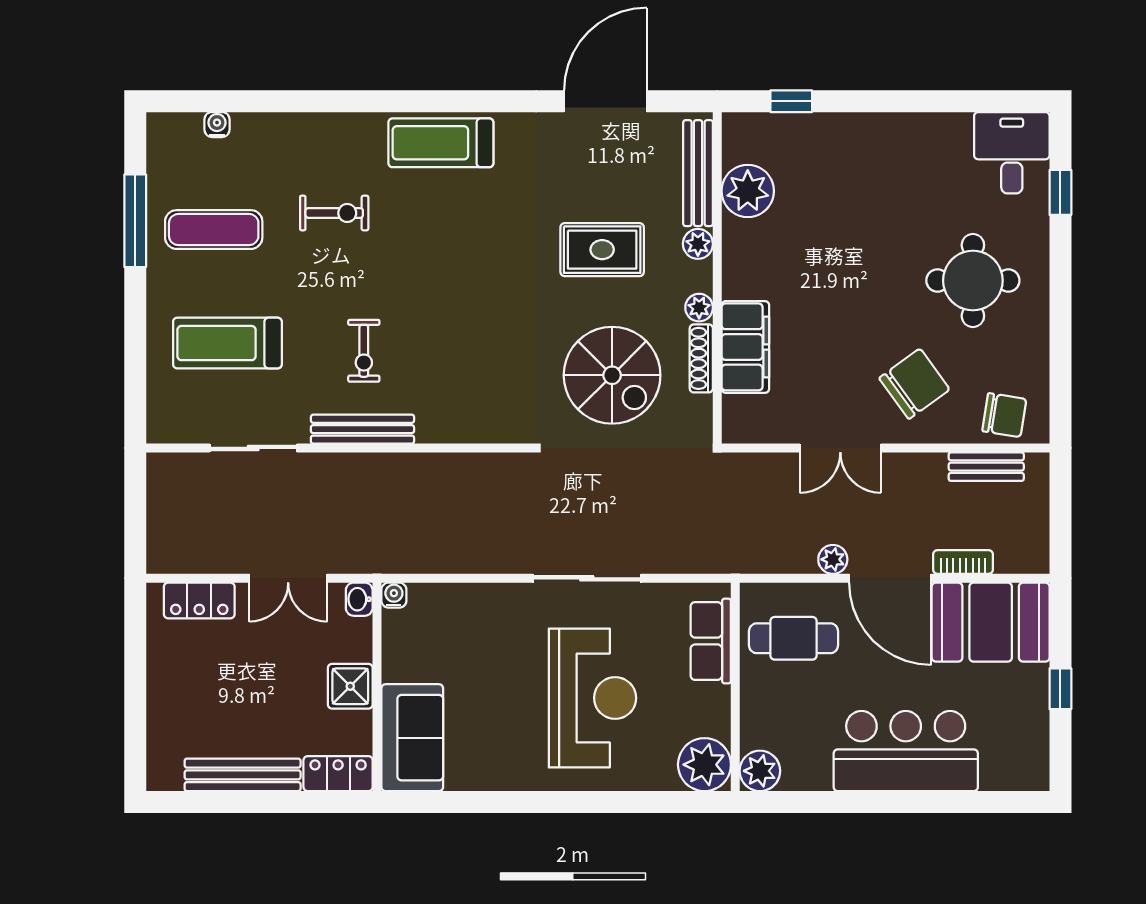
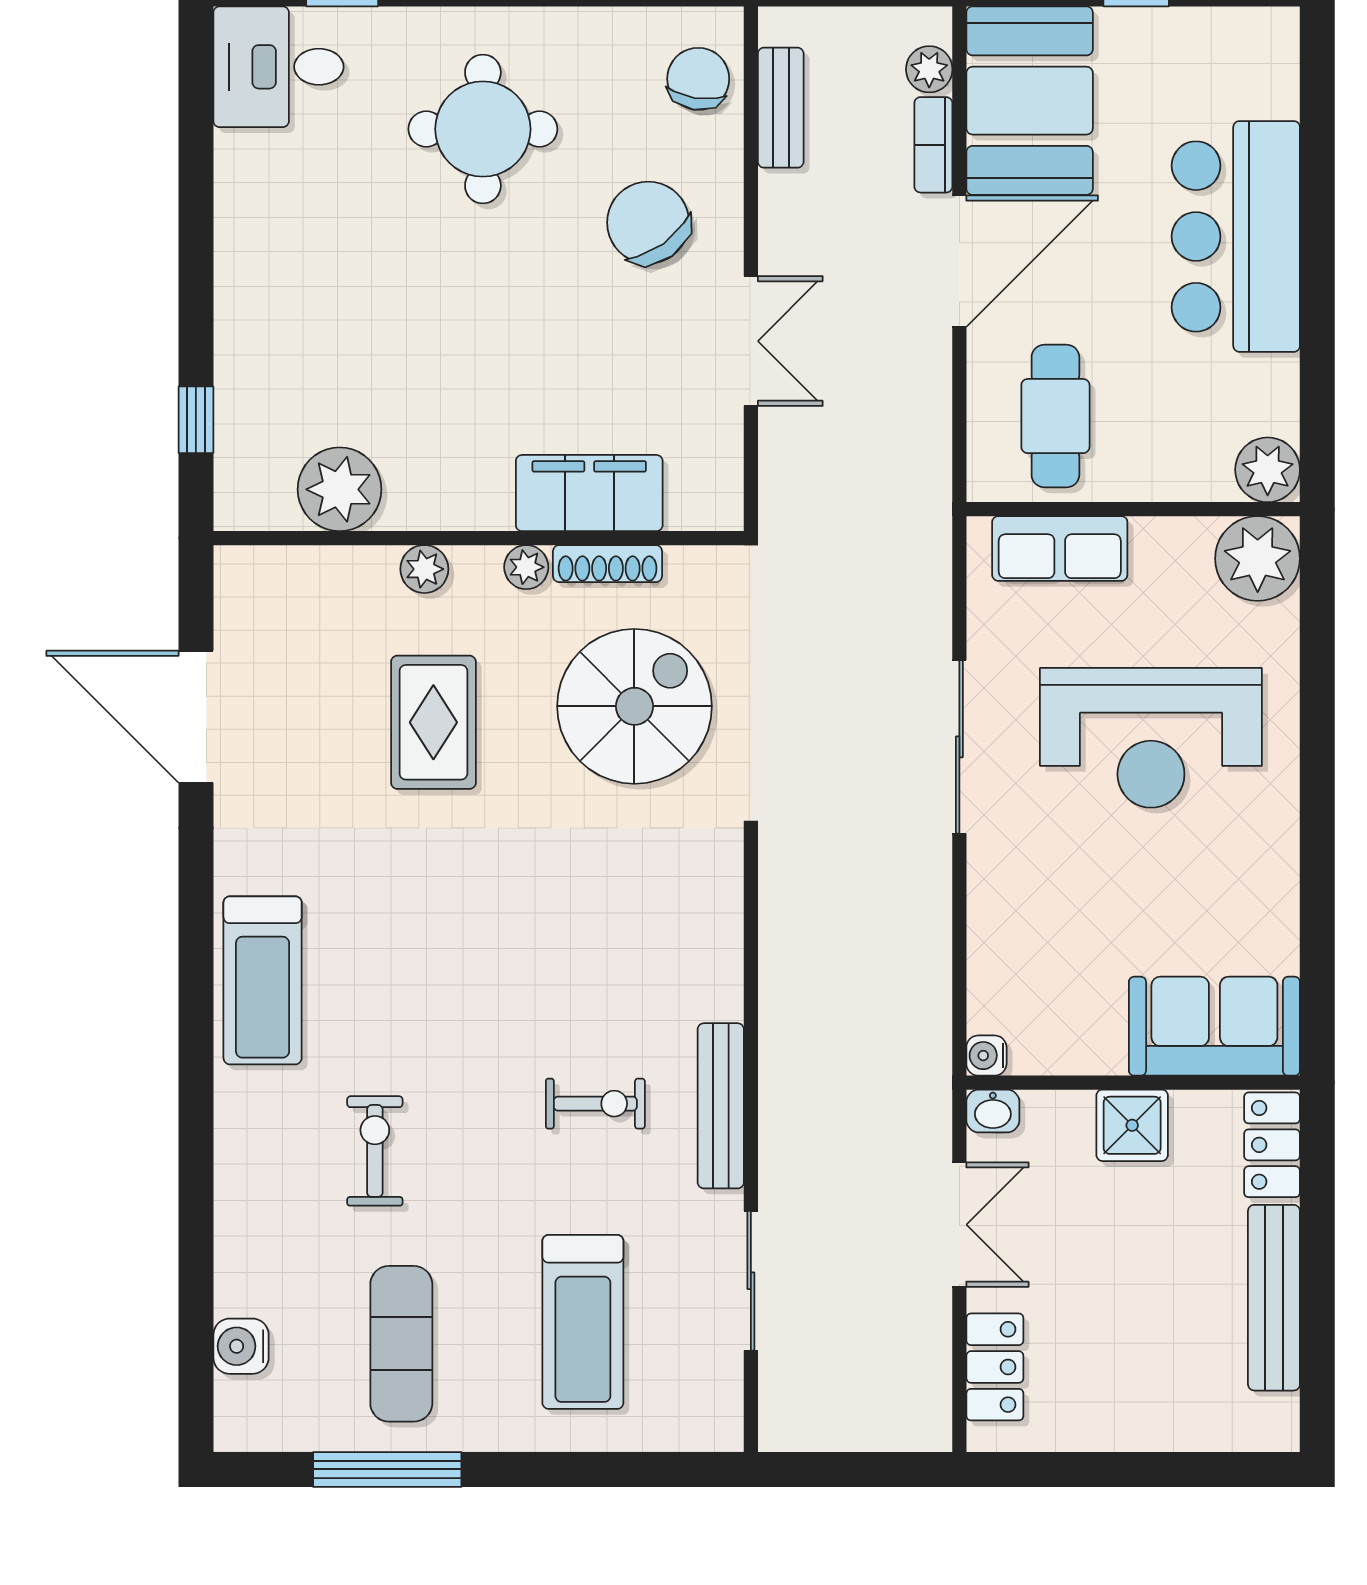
water cooler: (217, 125) -> (241, 1346), width x1.38, depth x1.38
bench: (698, 173) -> (311, 569), removed
plant: (833, 559) -> (929, 69), moved
reception desk: (592, 698) -> (1151, 738), turned 180

